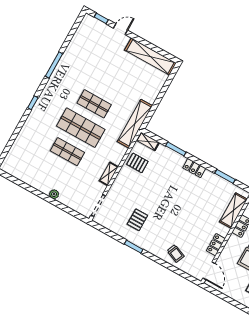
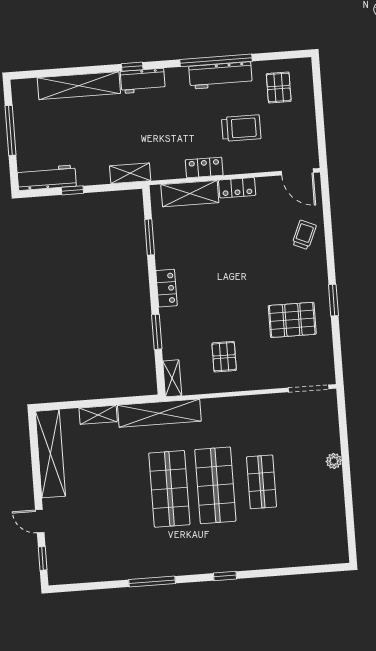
shop shelf: (94, 104) -> (169, 489), width x1.43, depth x1.36
pallet: (137, 163) -> (224, 357), moved
shelving: (109, 174) -> (98, 415), moved
pallet: (137, 220) -> (292, 320), width x1.50, depth x1.42
locker: (216, 245) -> (237, 188), moved
door: (209, 271) -> (297, 172), swing flipped

